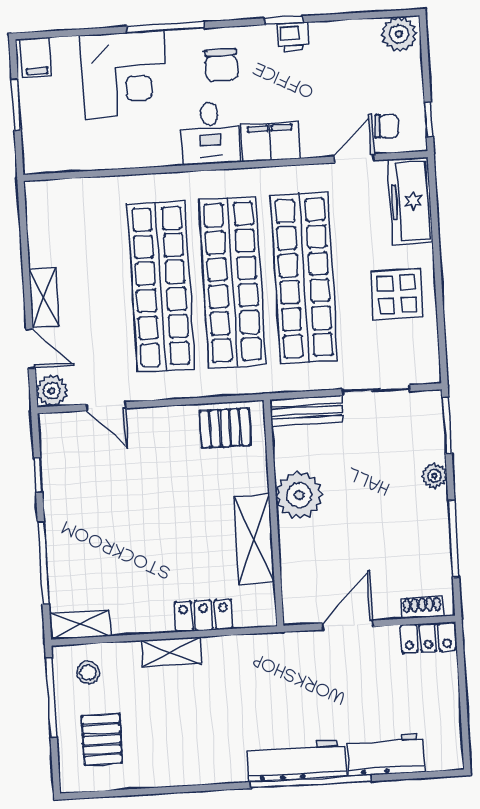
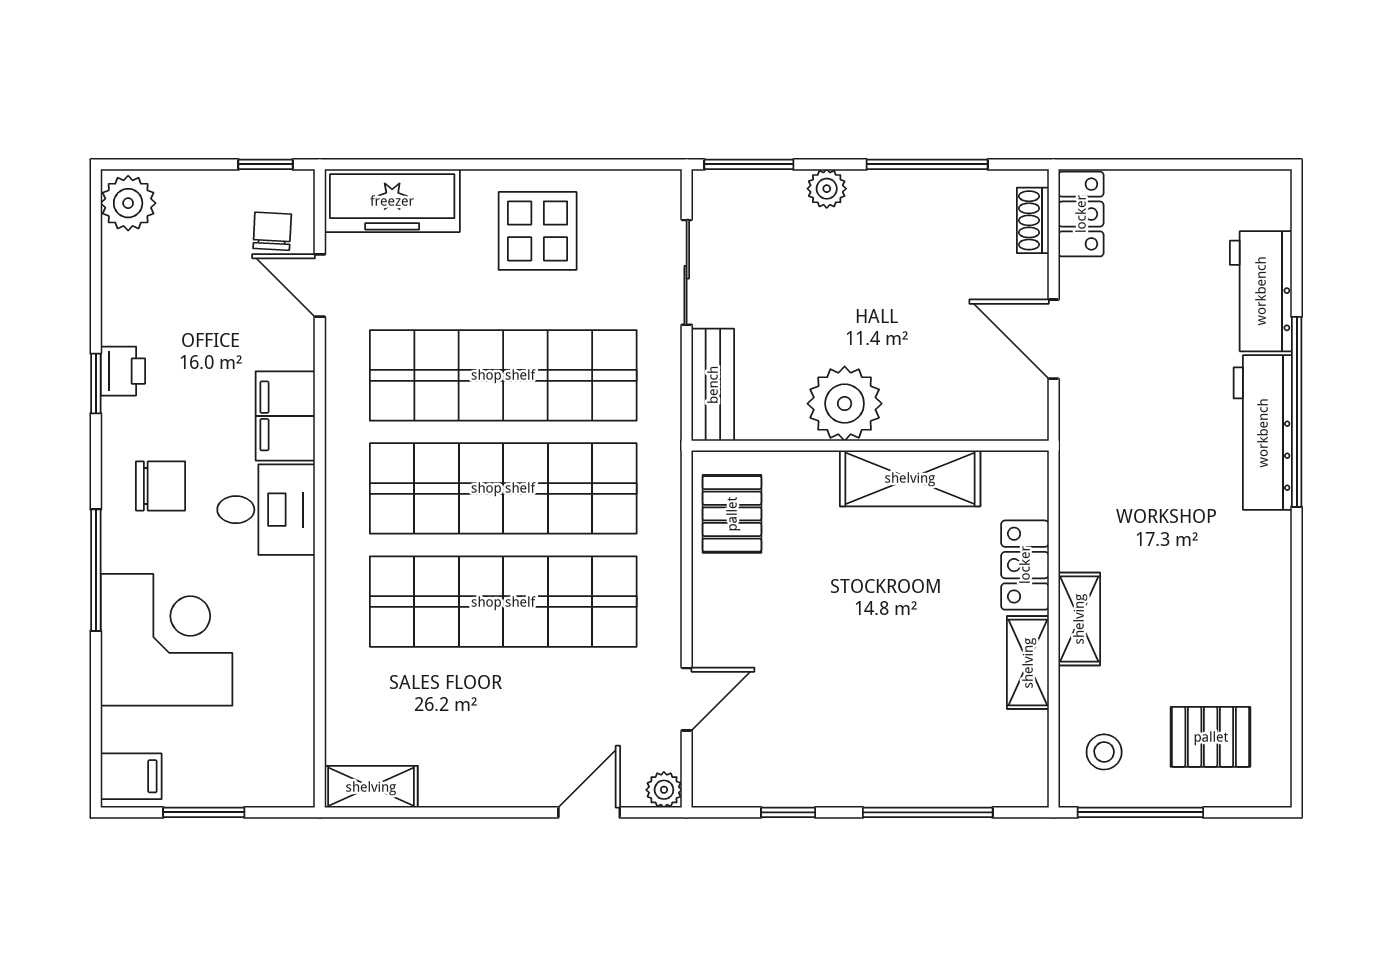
shelving: (44, 297) -> (371, 787), moved
plant: (52, 391) -> (664, 790), width x0.73, depth x0.73
shelving: (80, 625) -> (1028, 663), moved

